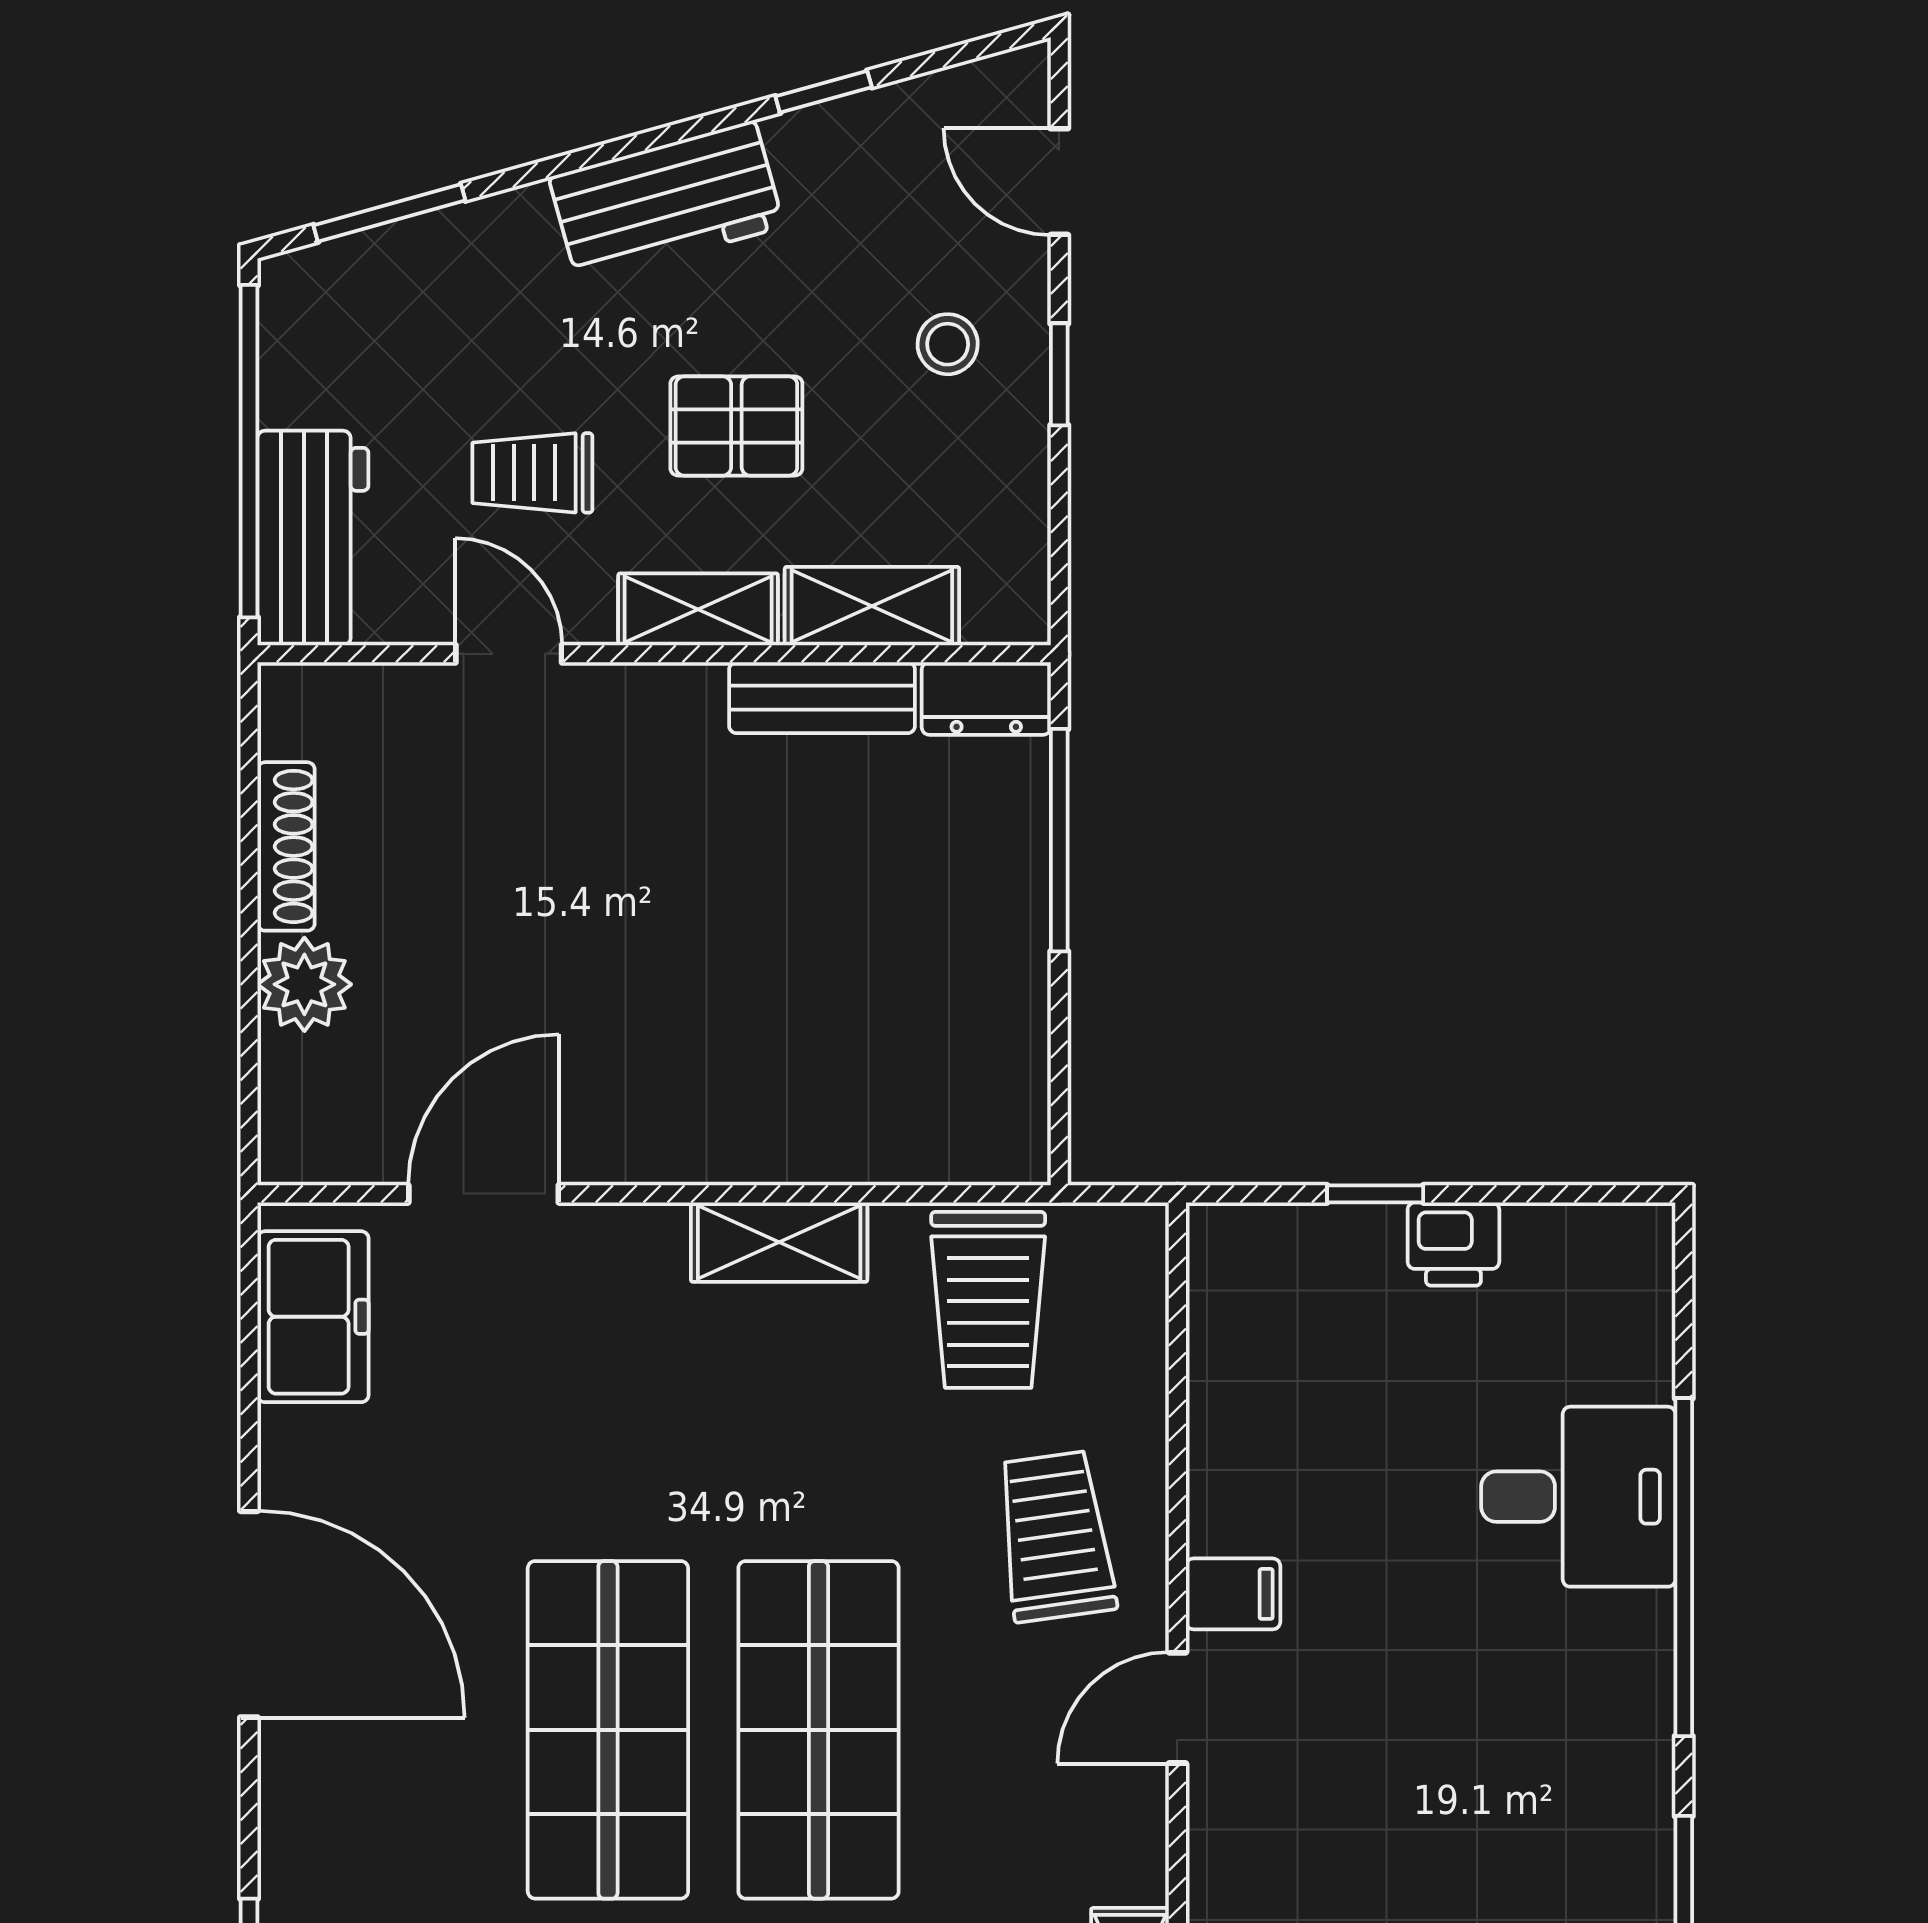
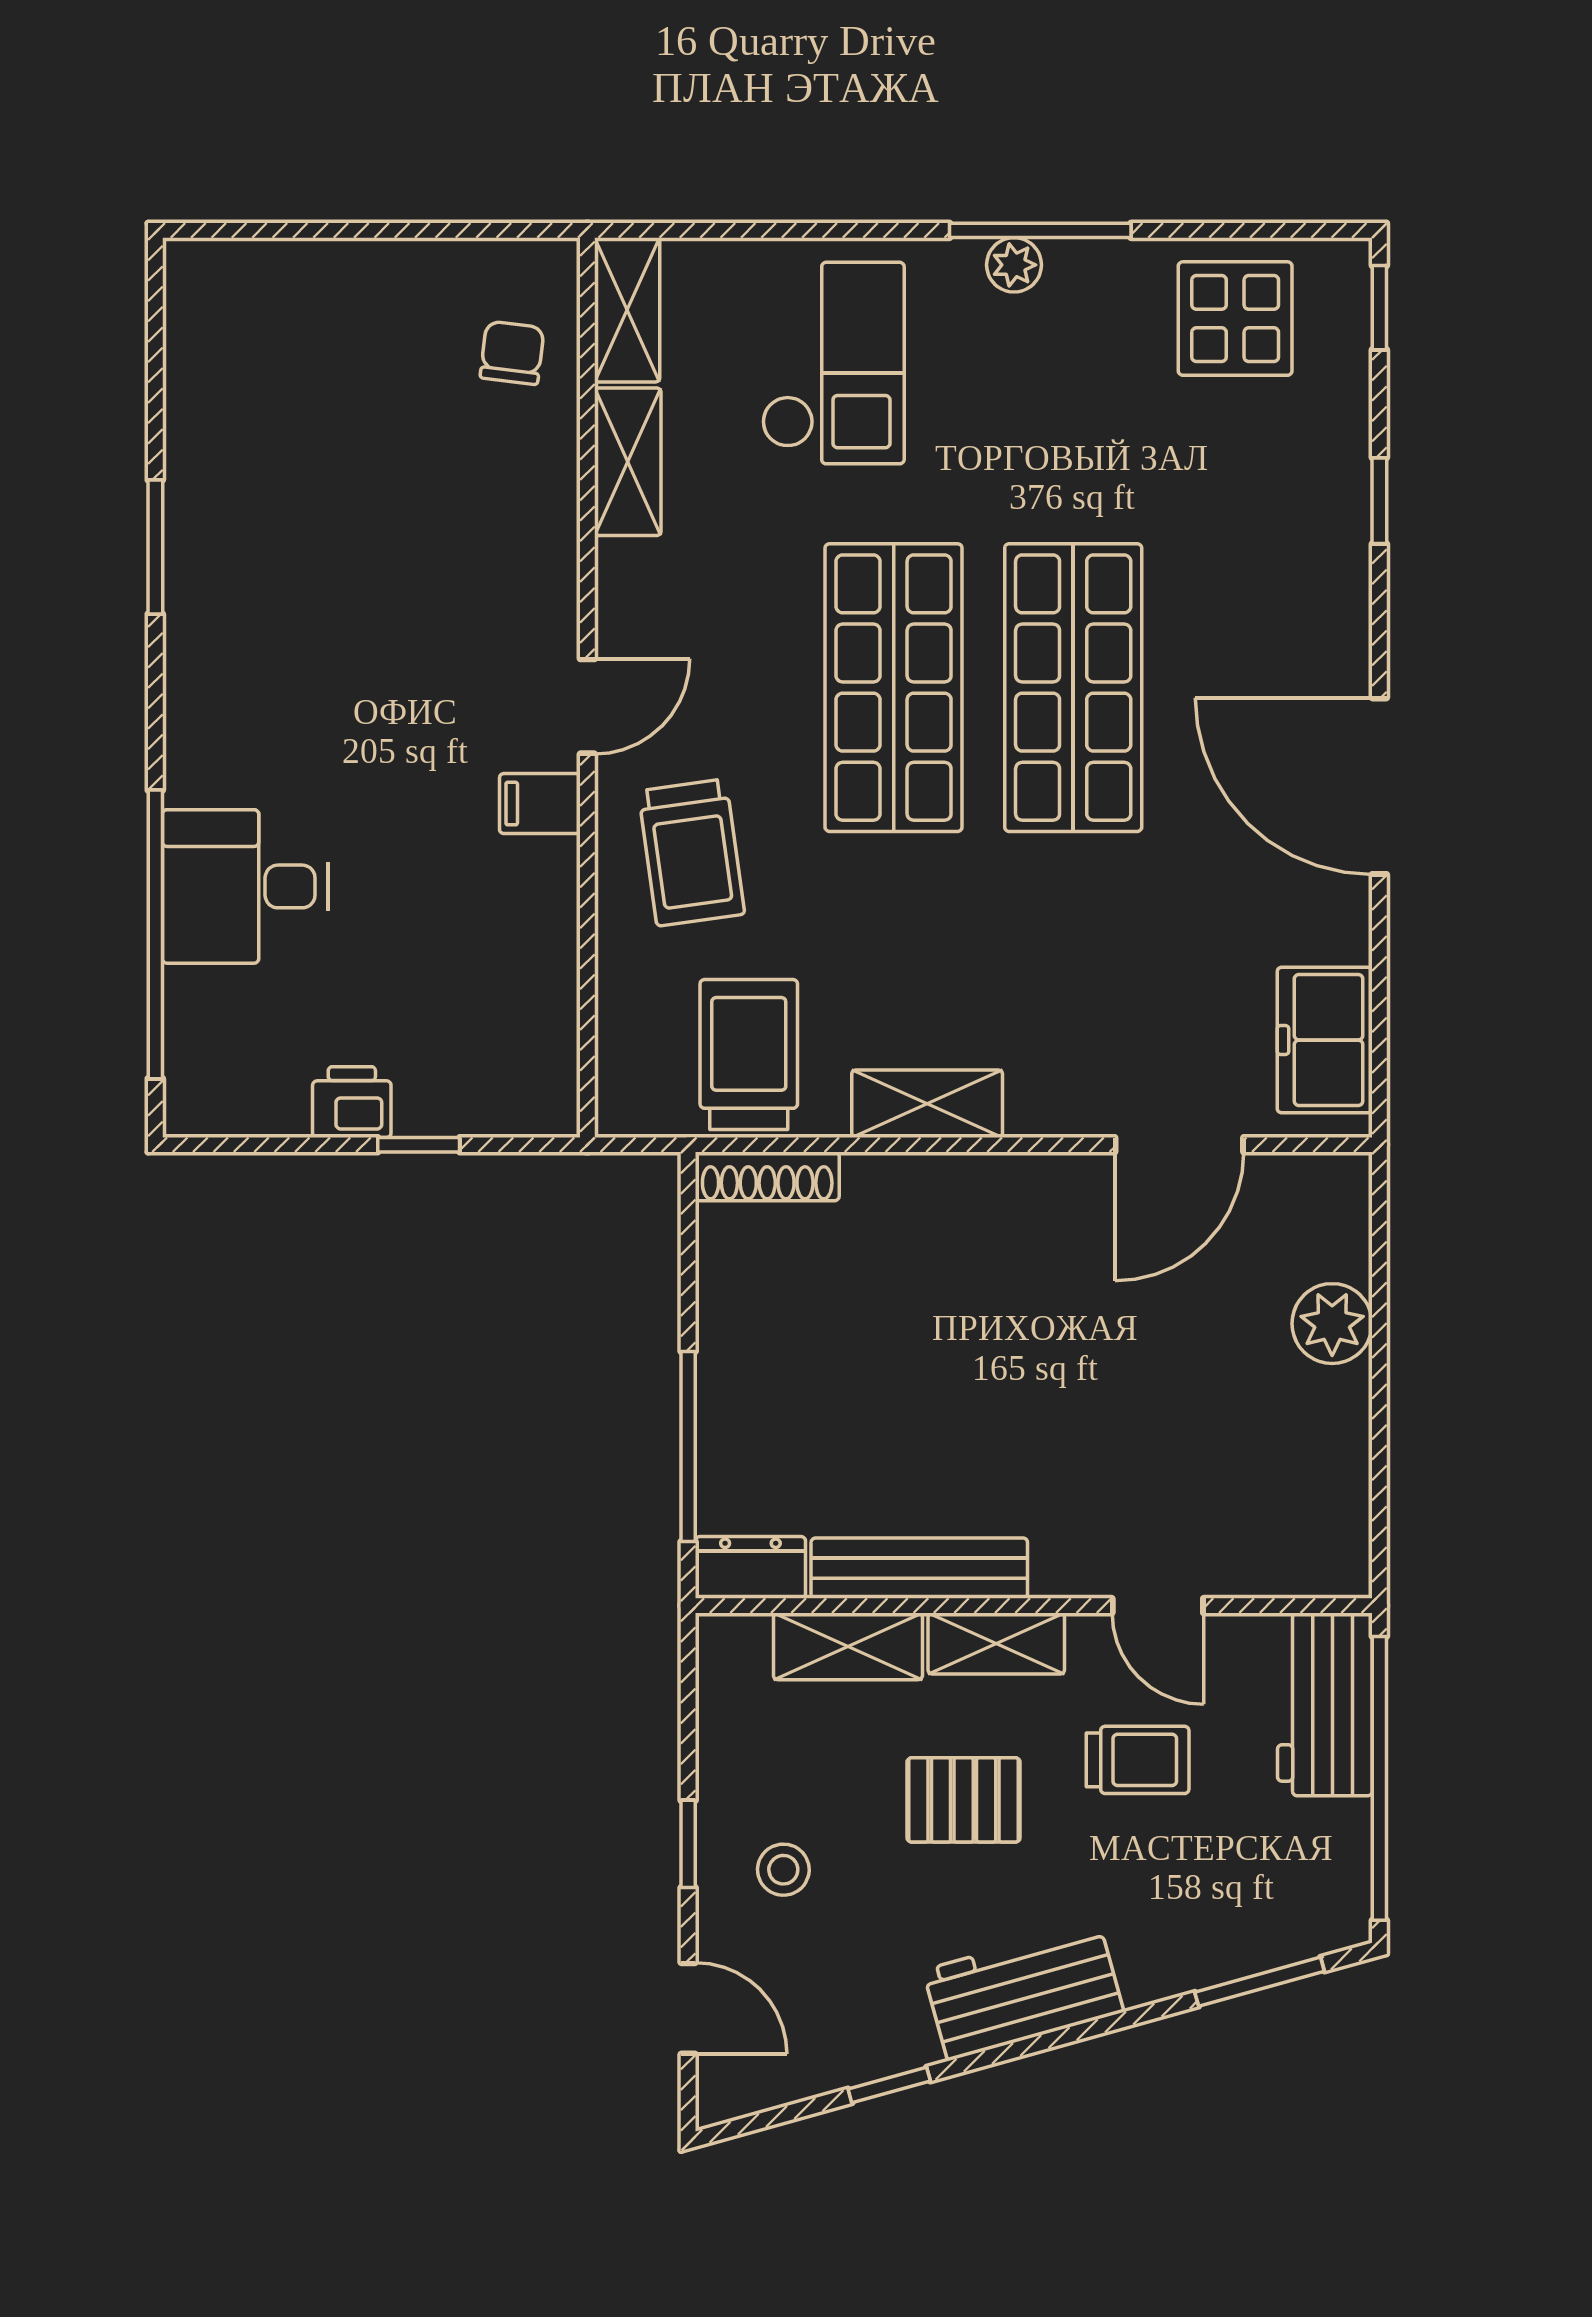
bench: (822, 698) -> (919, 1568), width x1.36
shoe rack: (286, 846) -> (767, 1176), moved, turned -90
window: (1684, 1567) -> (155, 934), moved

